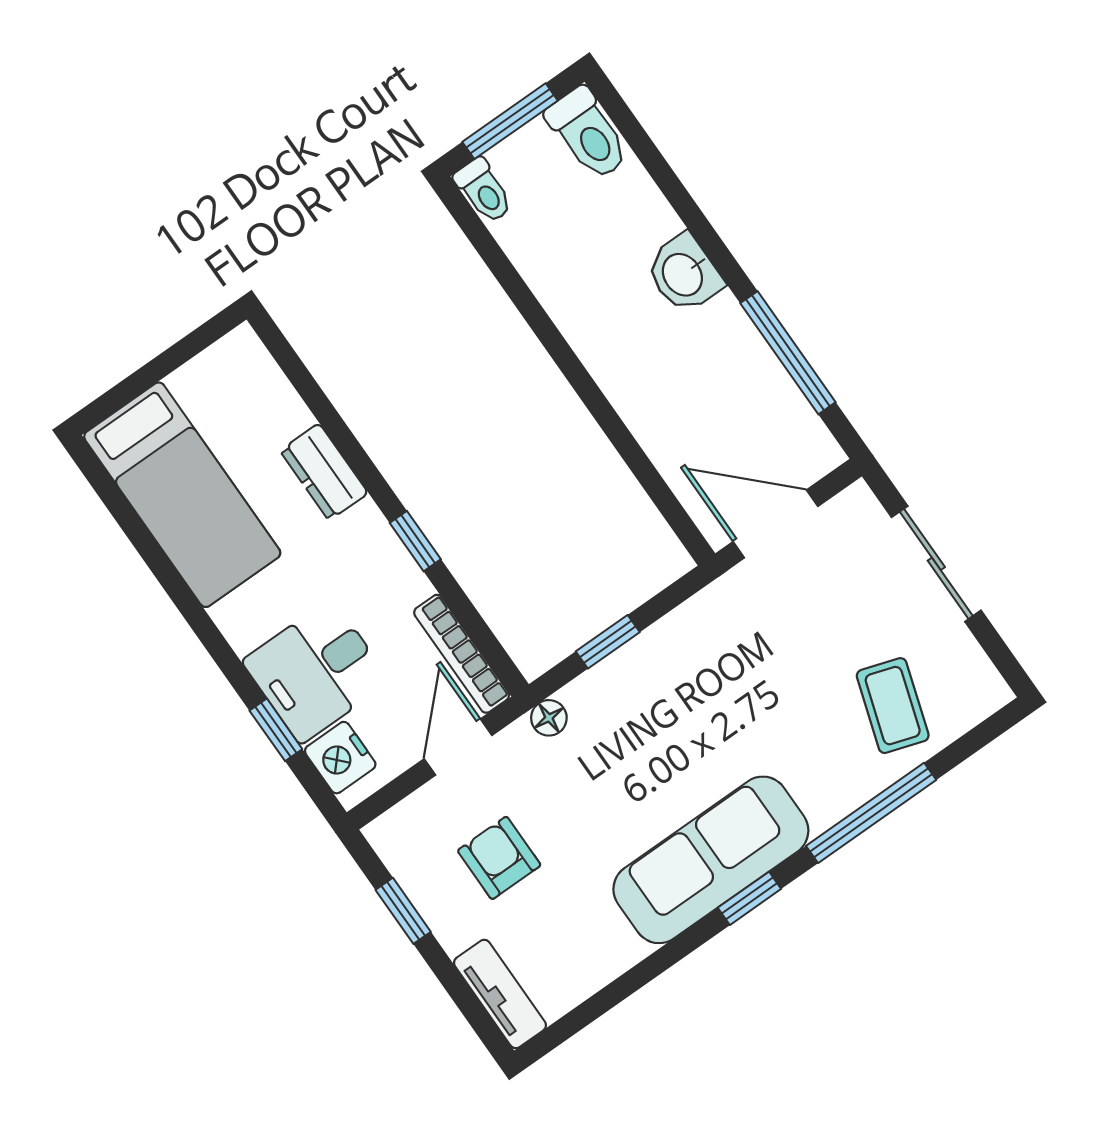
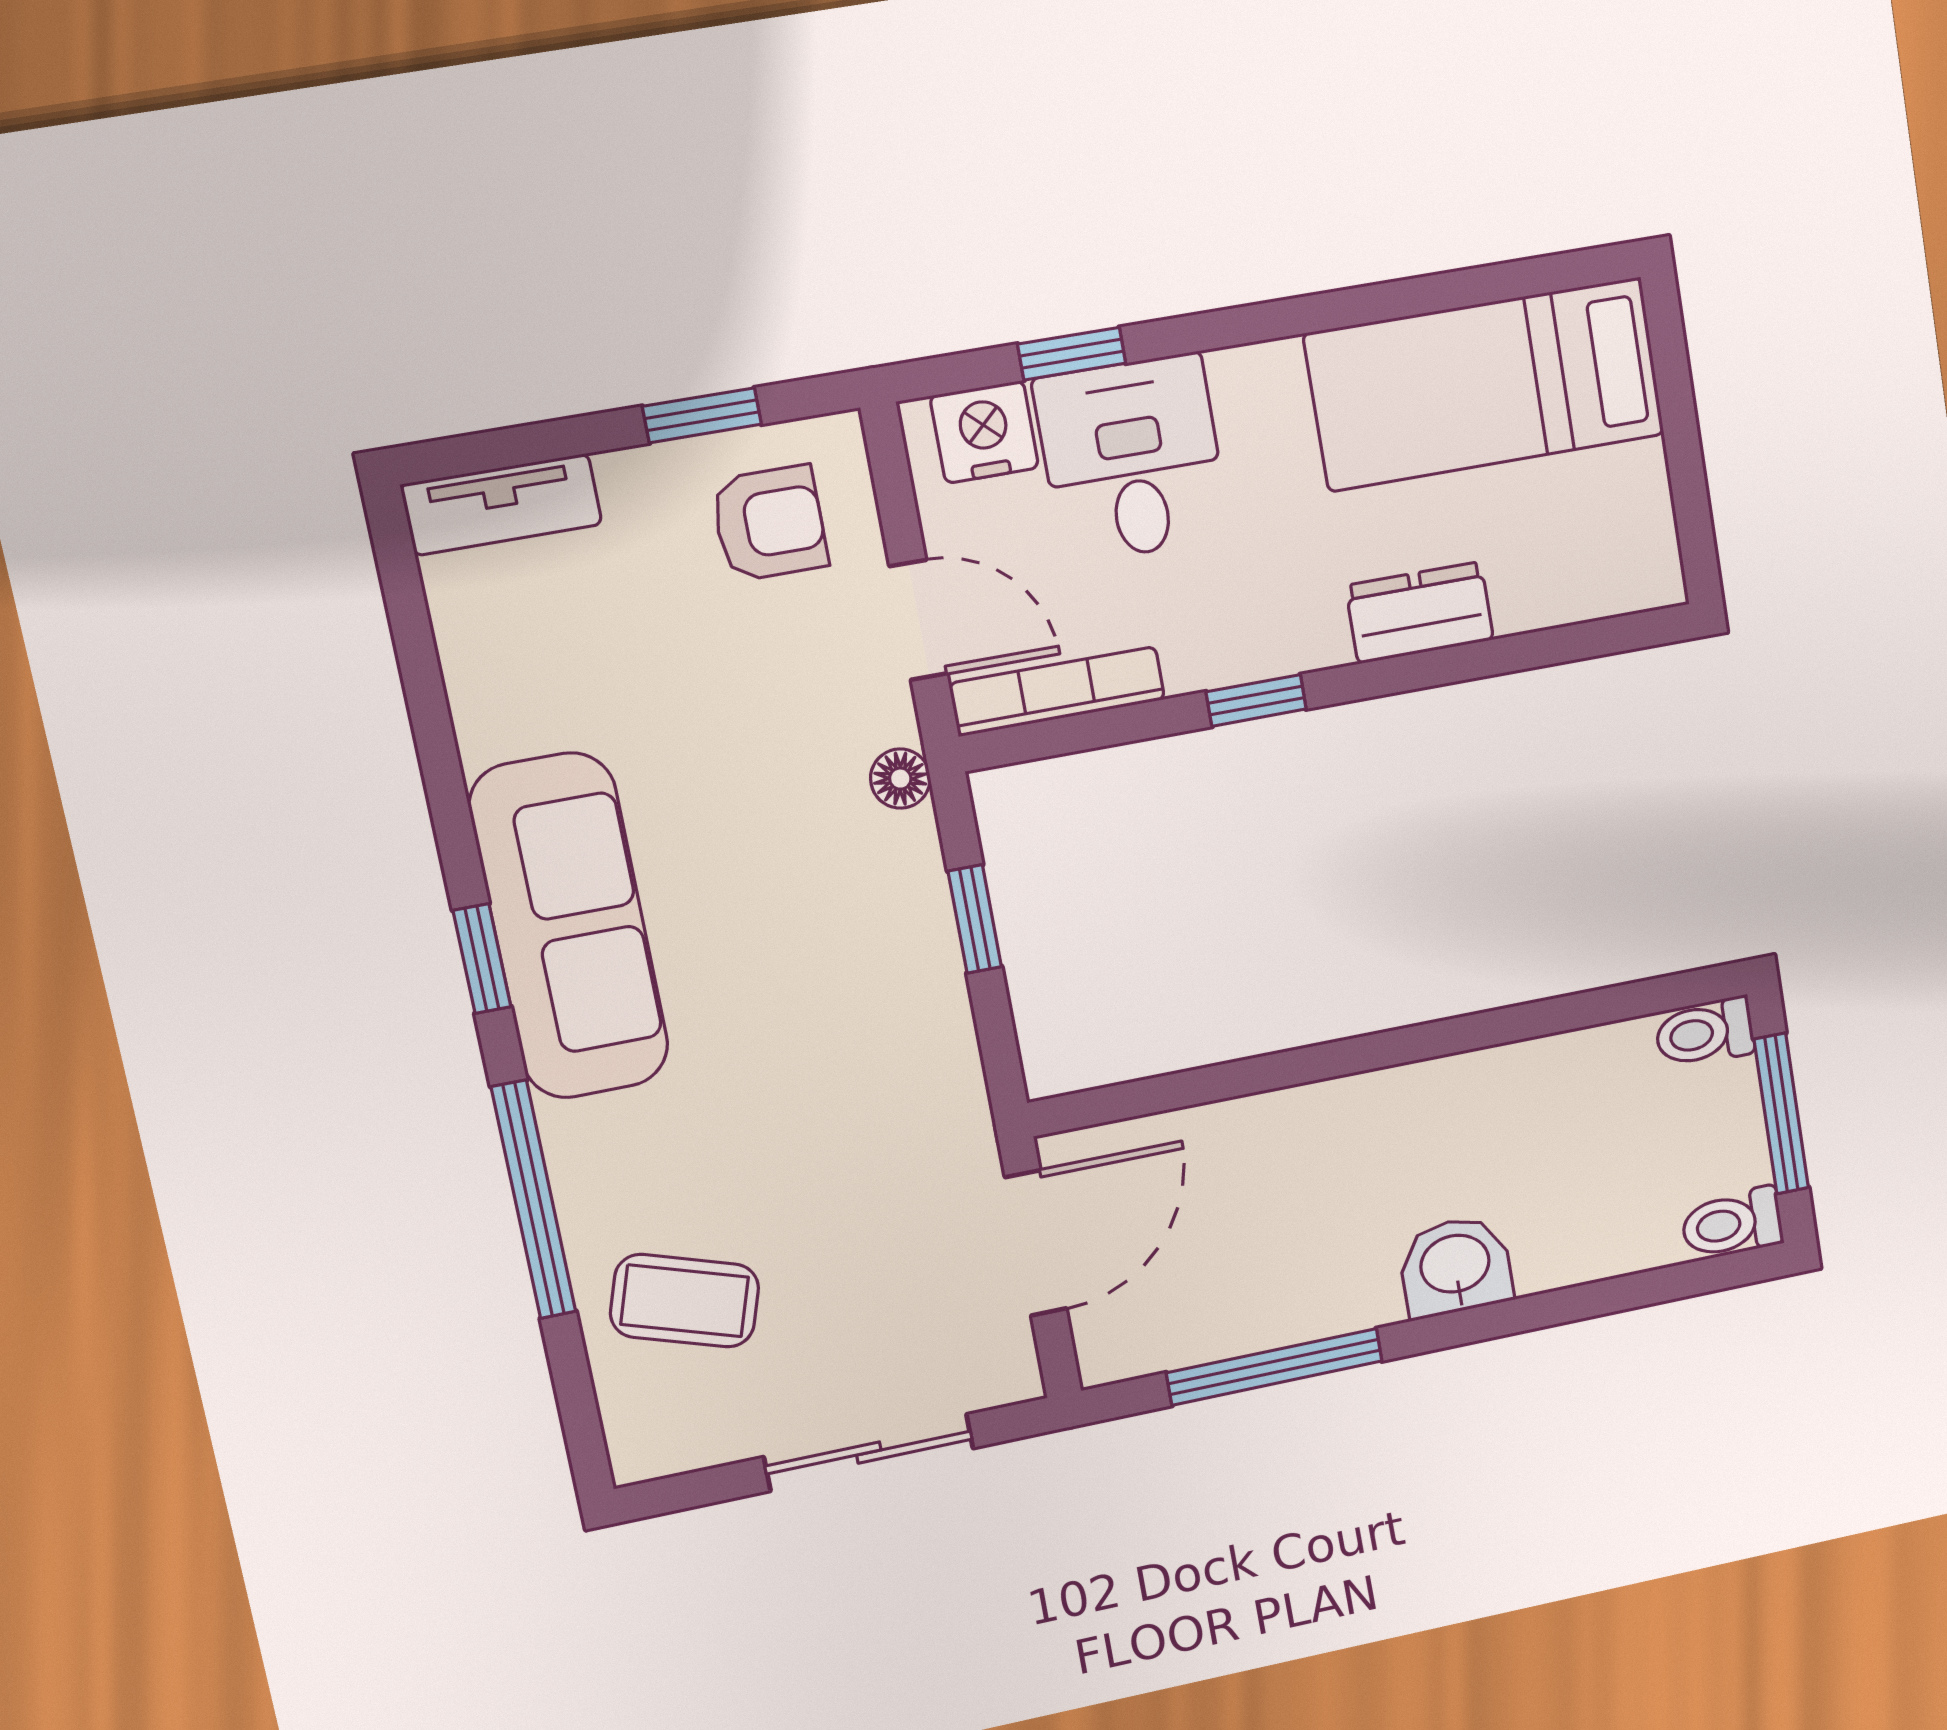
toilet: (588, 134) -> (1732, 1223), width x0.73, depth x0.72
armchair: (499, 858) -> (769, 523), moved

